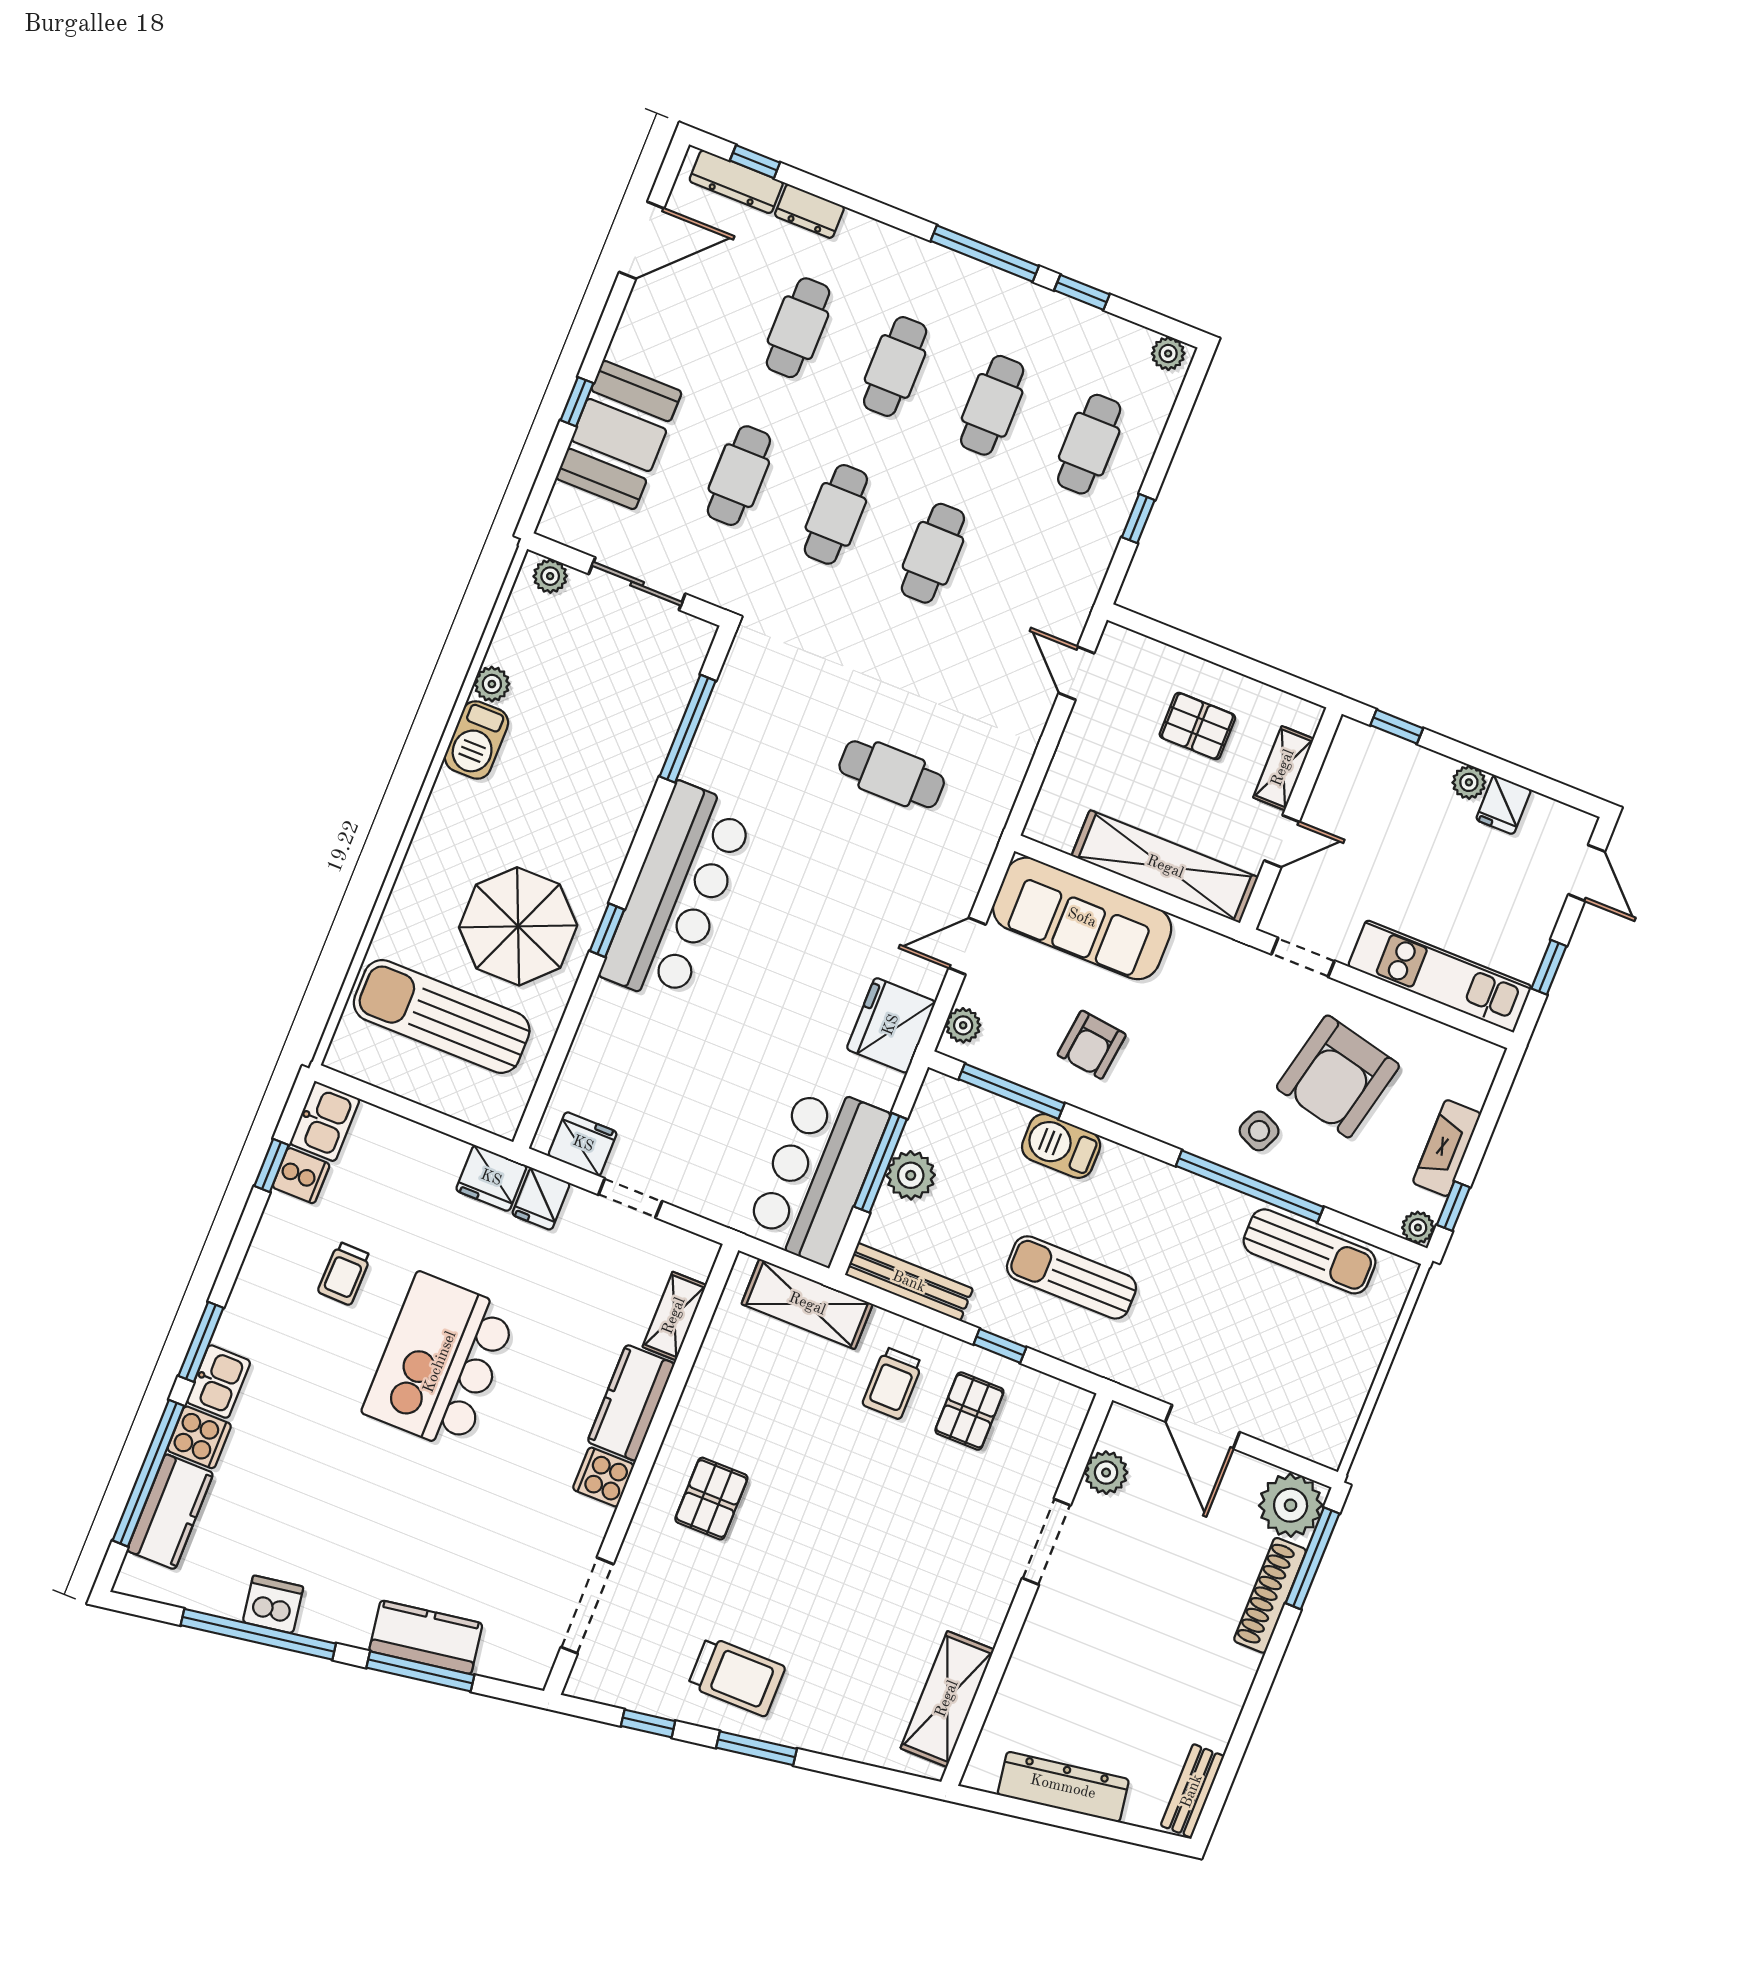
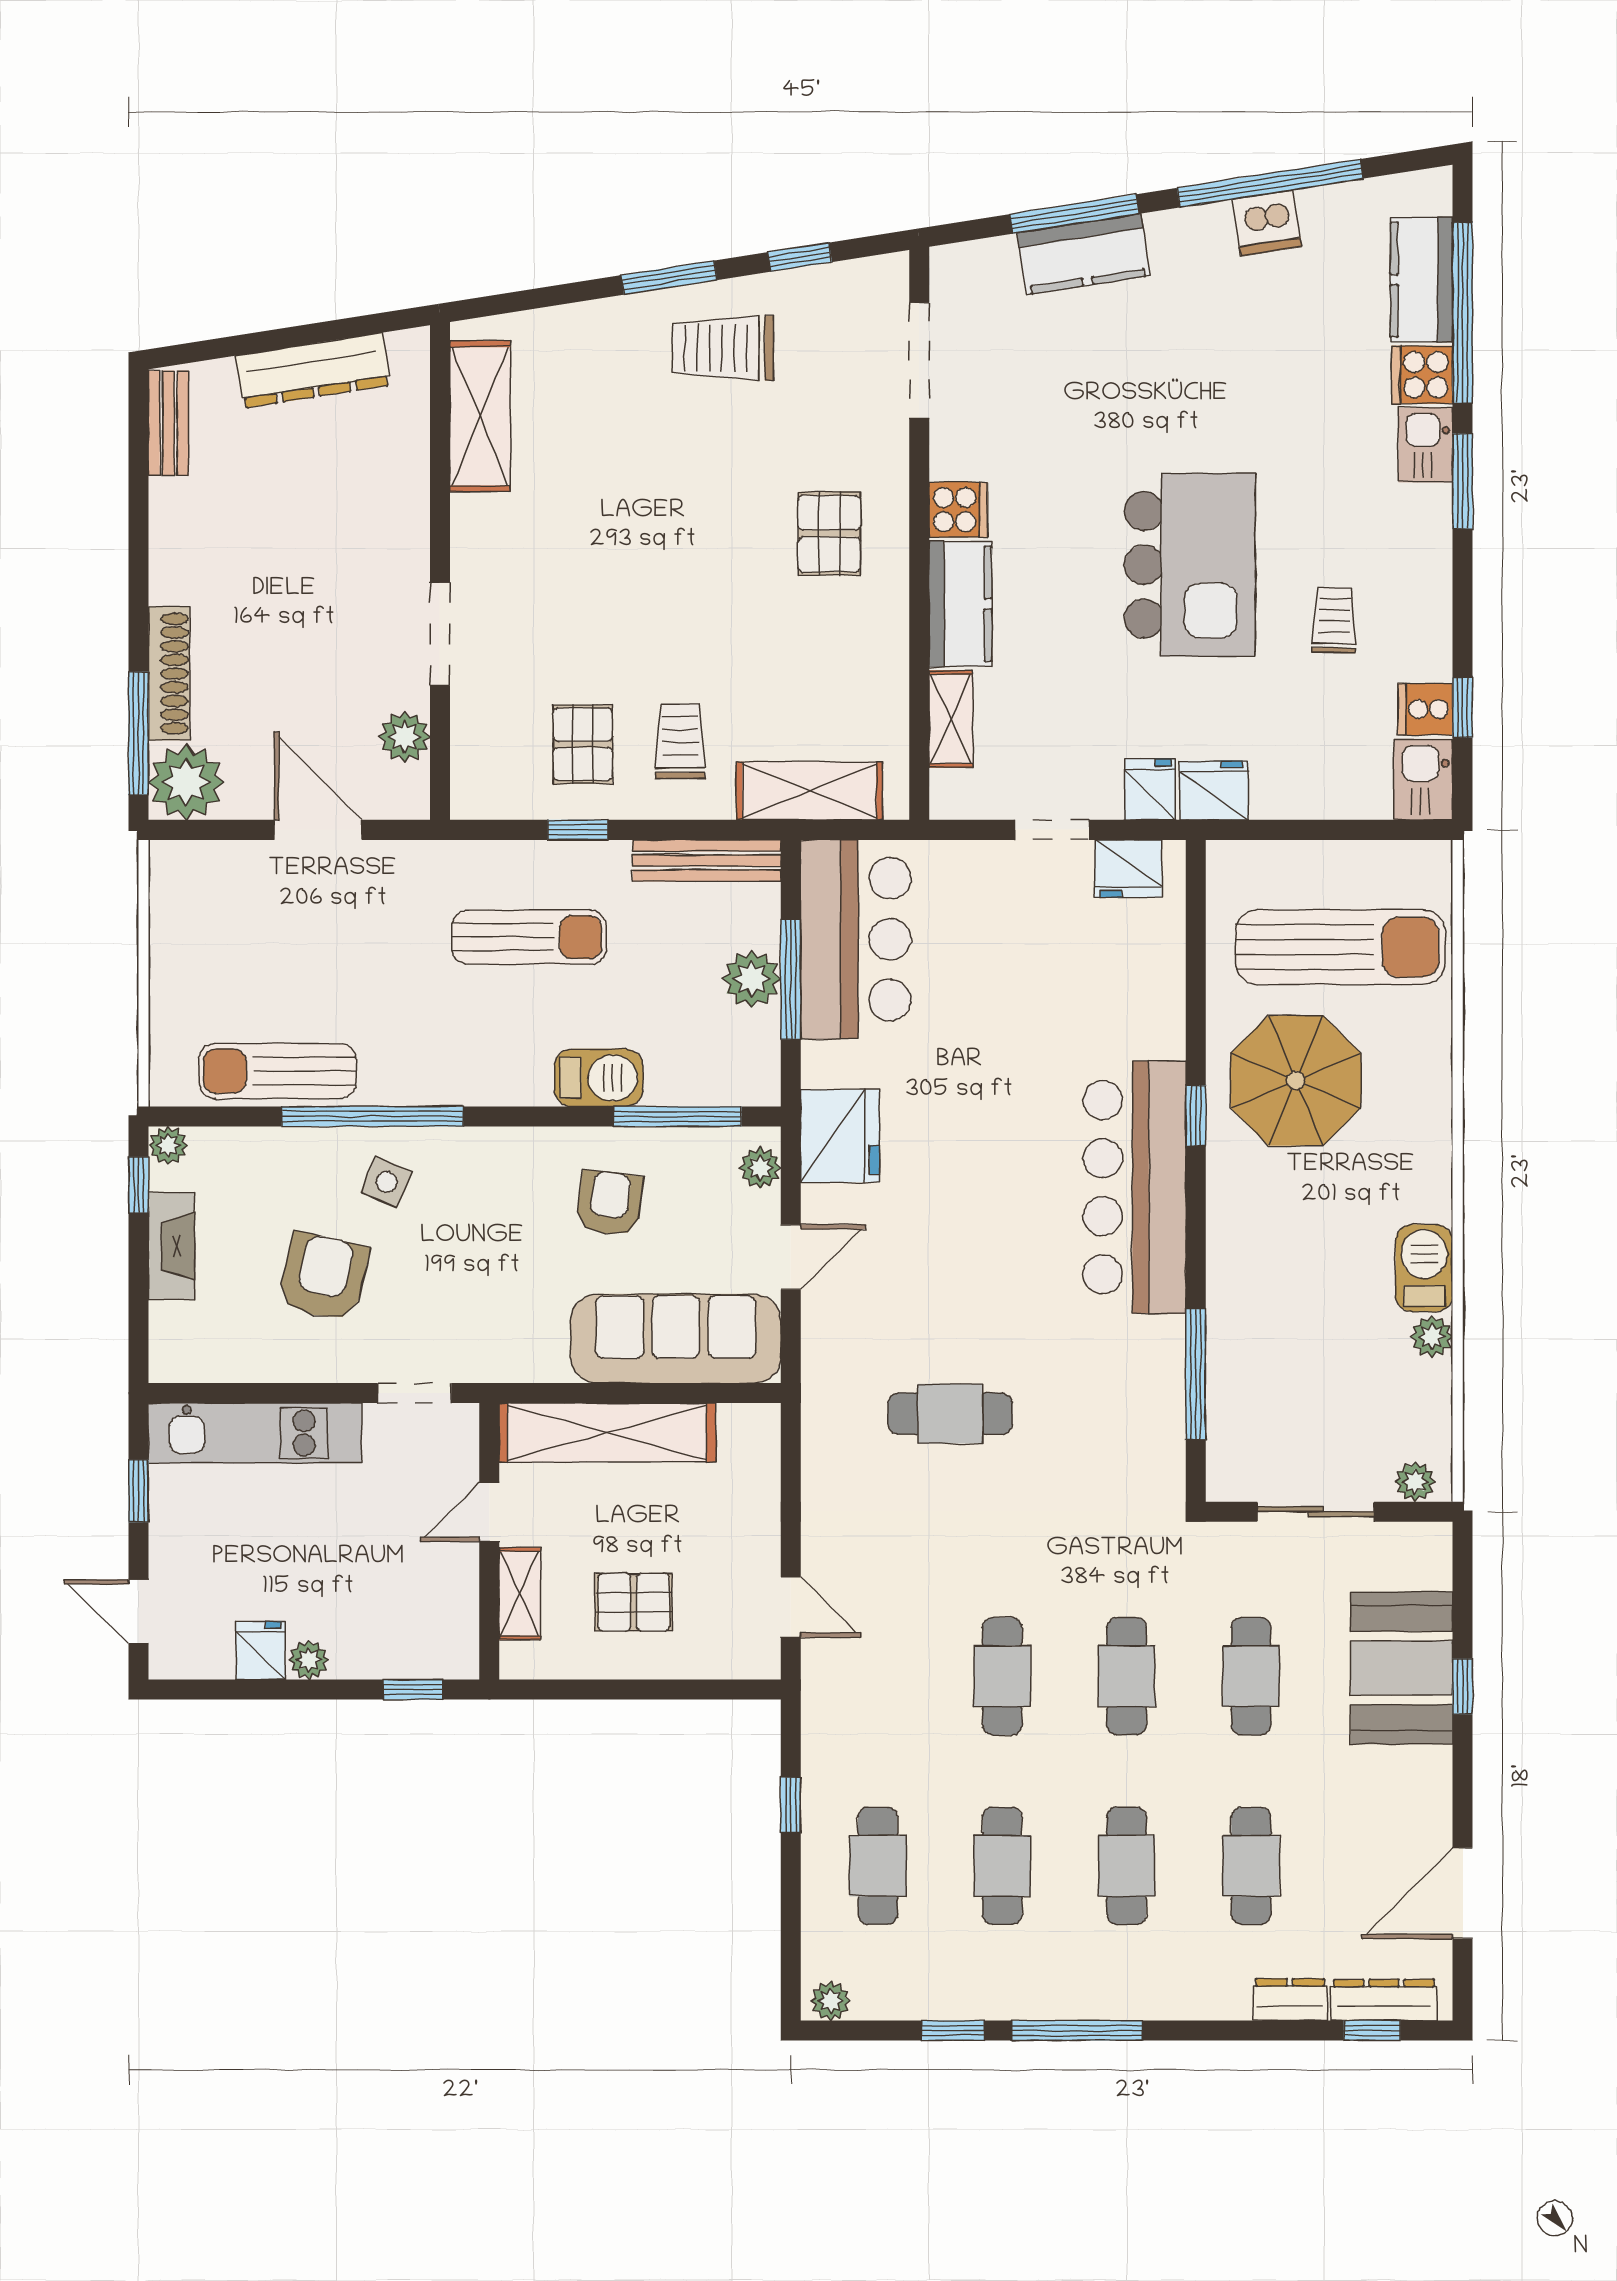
armchair: (1338, 1076) -> (323, 1277), width x0.73, depth x0.73

